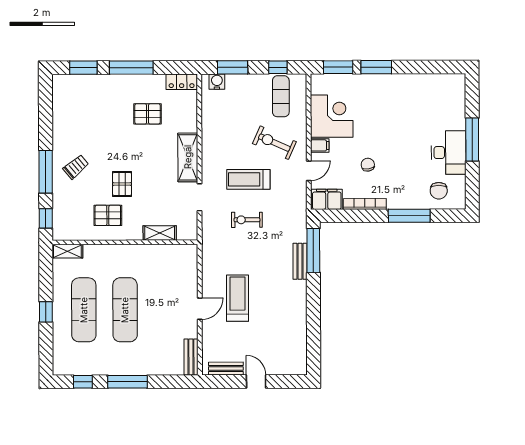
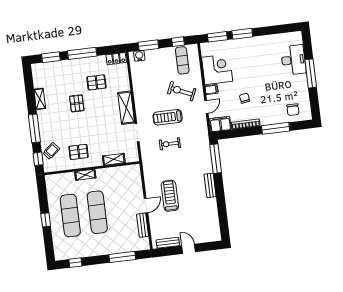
shelving: (59, 128) -> (40, 99), added
desk: (449, 153) -> (293, 60), moved
trolley: (76, 167) -> (51, 151), moved
pallet: (122, 184) -> (77, 103), moved
shelving: (67, 251) -> (85, 175), moved
bench: (300, 261) -> (210, 185), moved
bench: (191, 357) -> (143, 225), moved
window: (127, 382) -> (122, 257), moved

